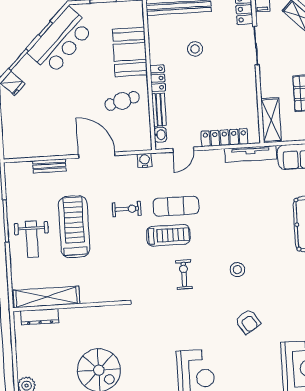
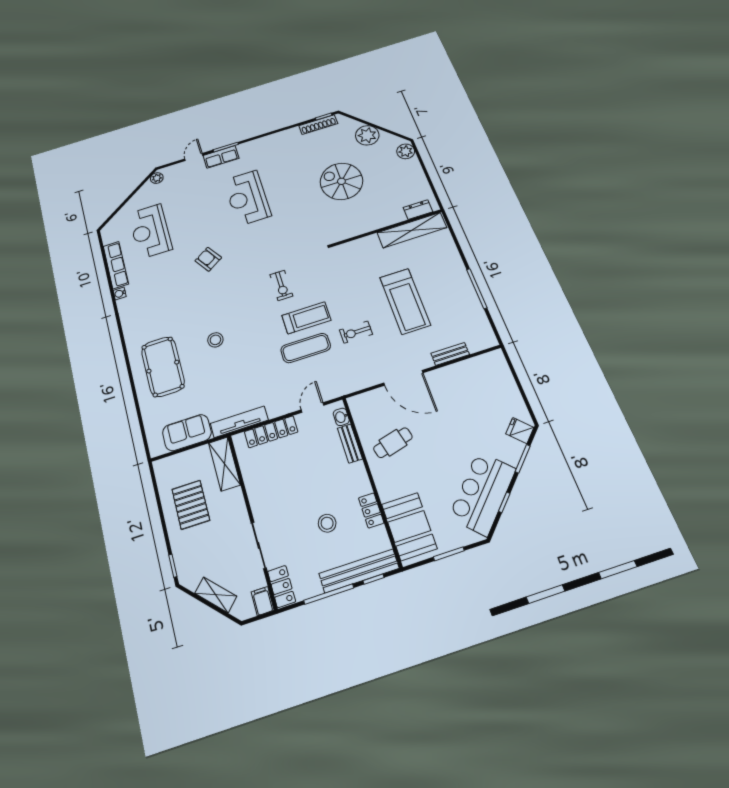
booth: (130, 52) -> (409, 526), moved
locker: (158, 78) -> (371, 510), moved
water cooler: (145, 161) -> (351, 386), removed
treadmill: (168, 235) -> (306, 318), turned 180
weight bench: (32, 239) -> (444, 278), removed
stool: (237, 270) -> (215, 340), moved
dresser: (40, 317) -> (418, 210), width x0.70

